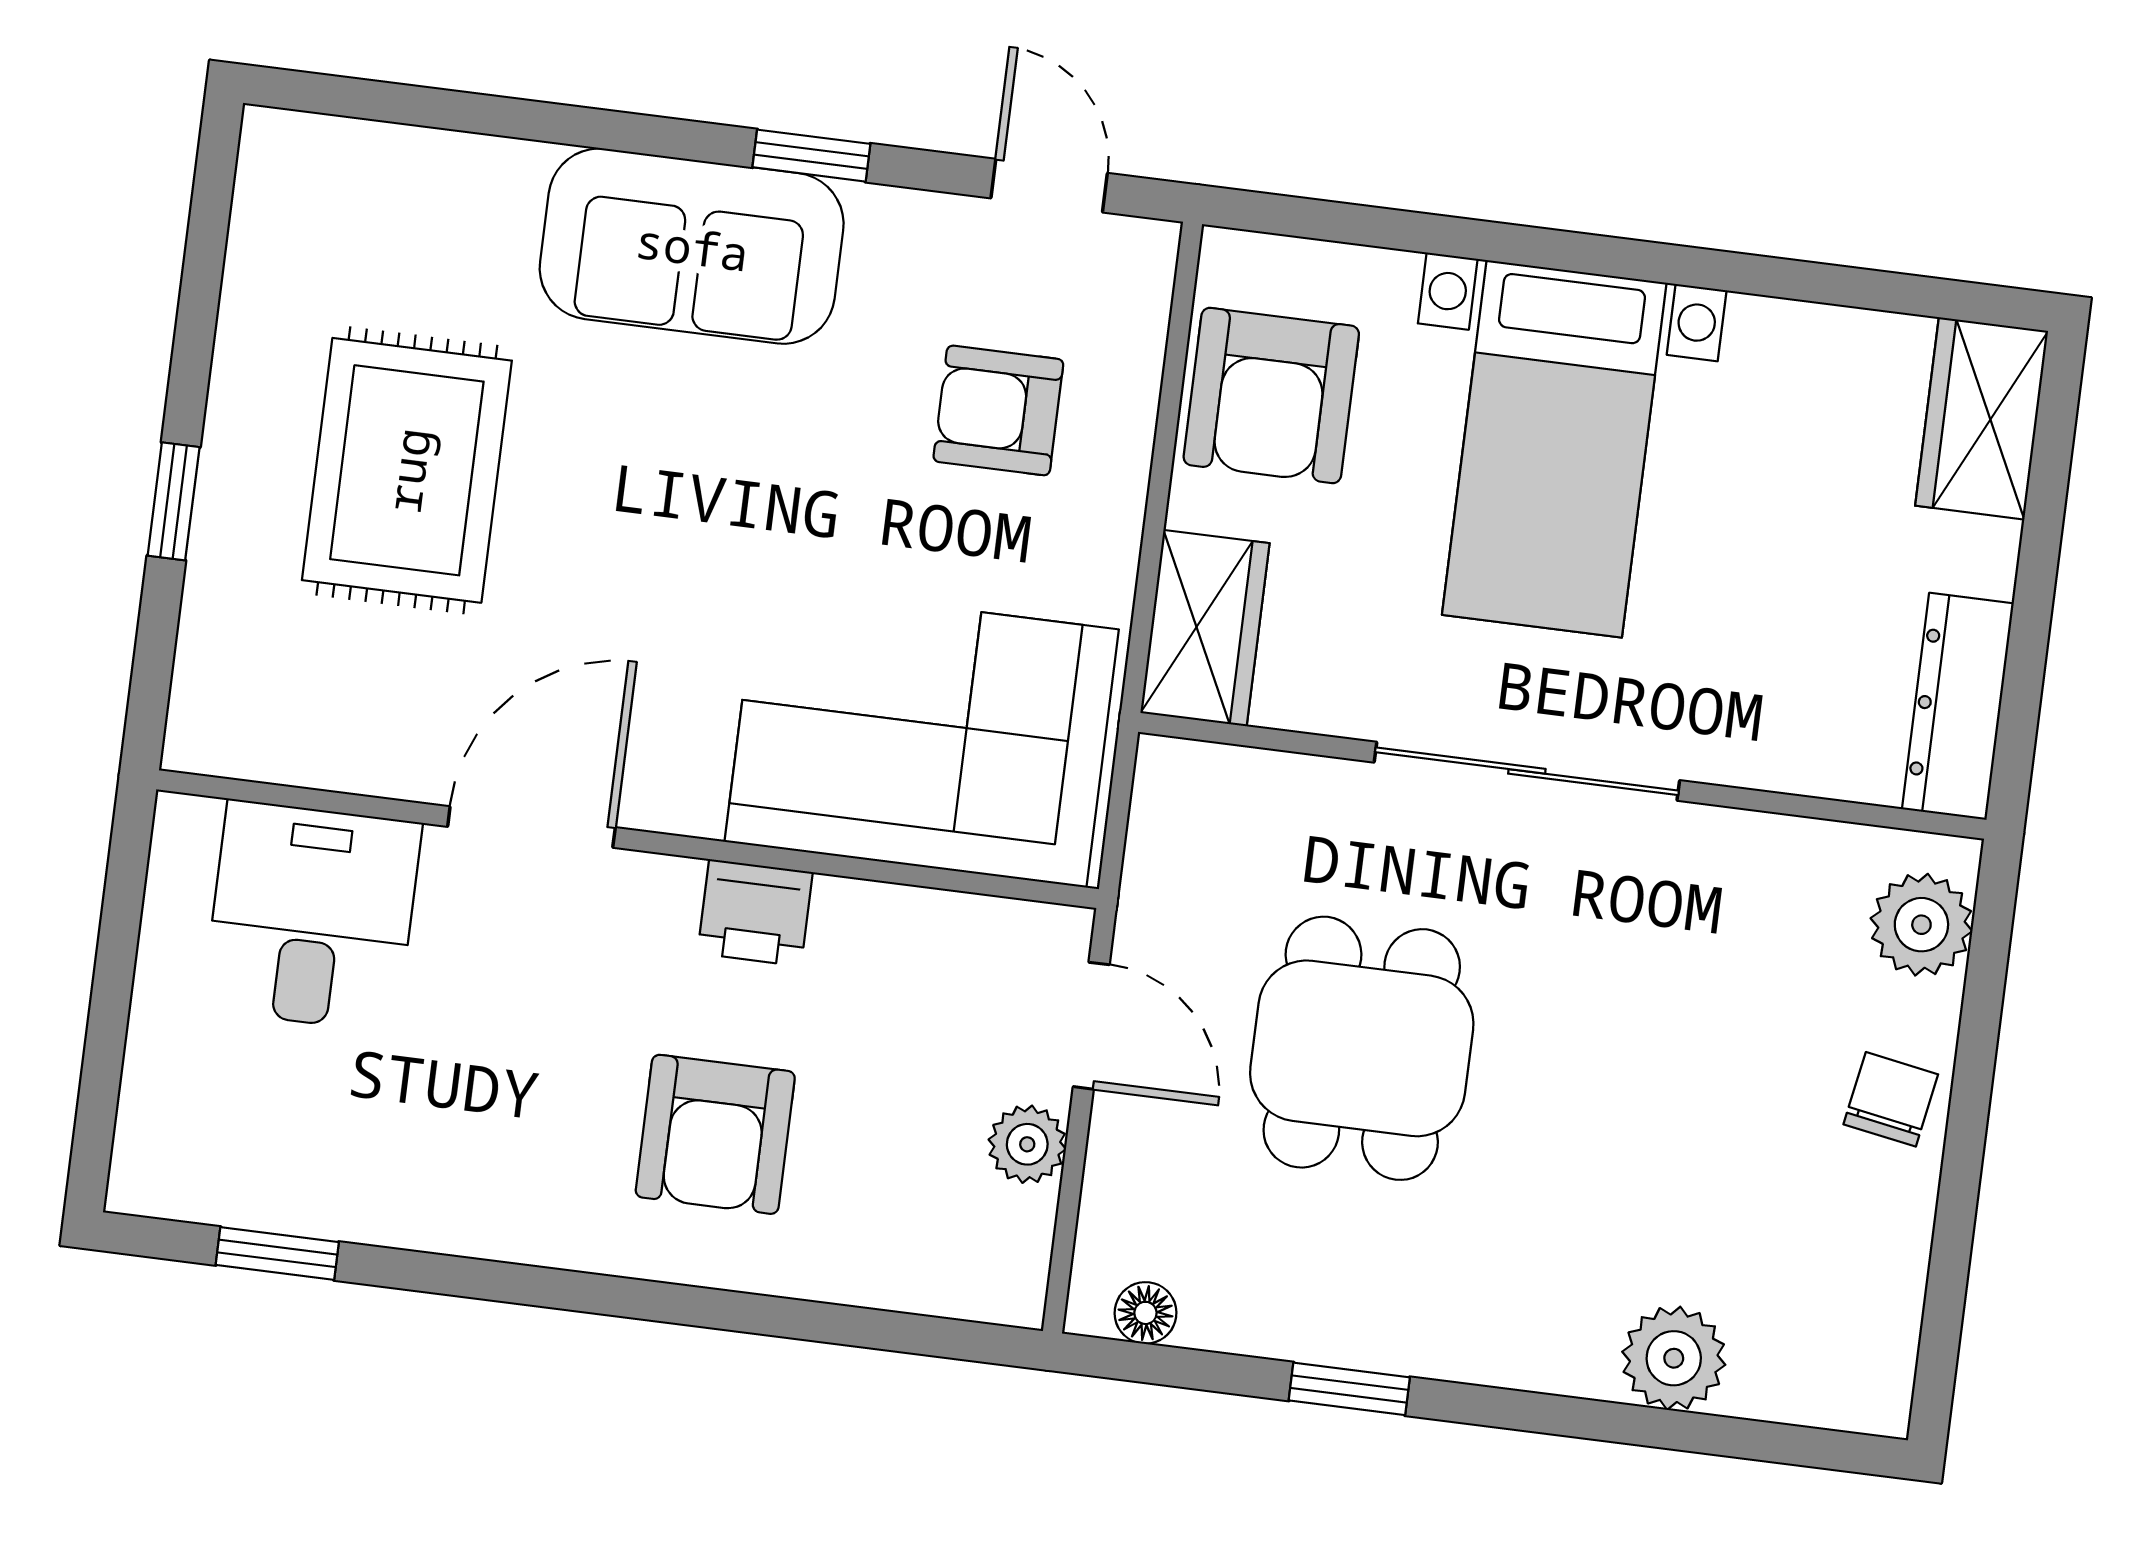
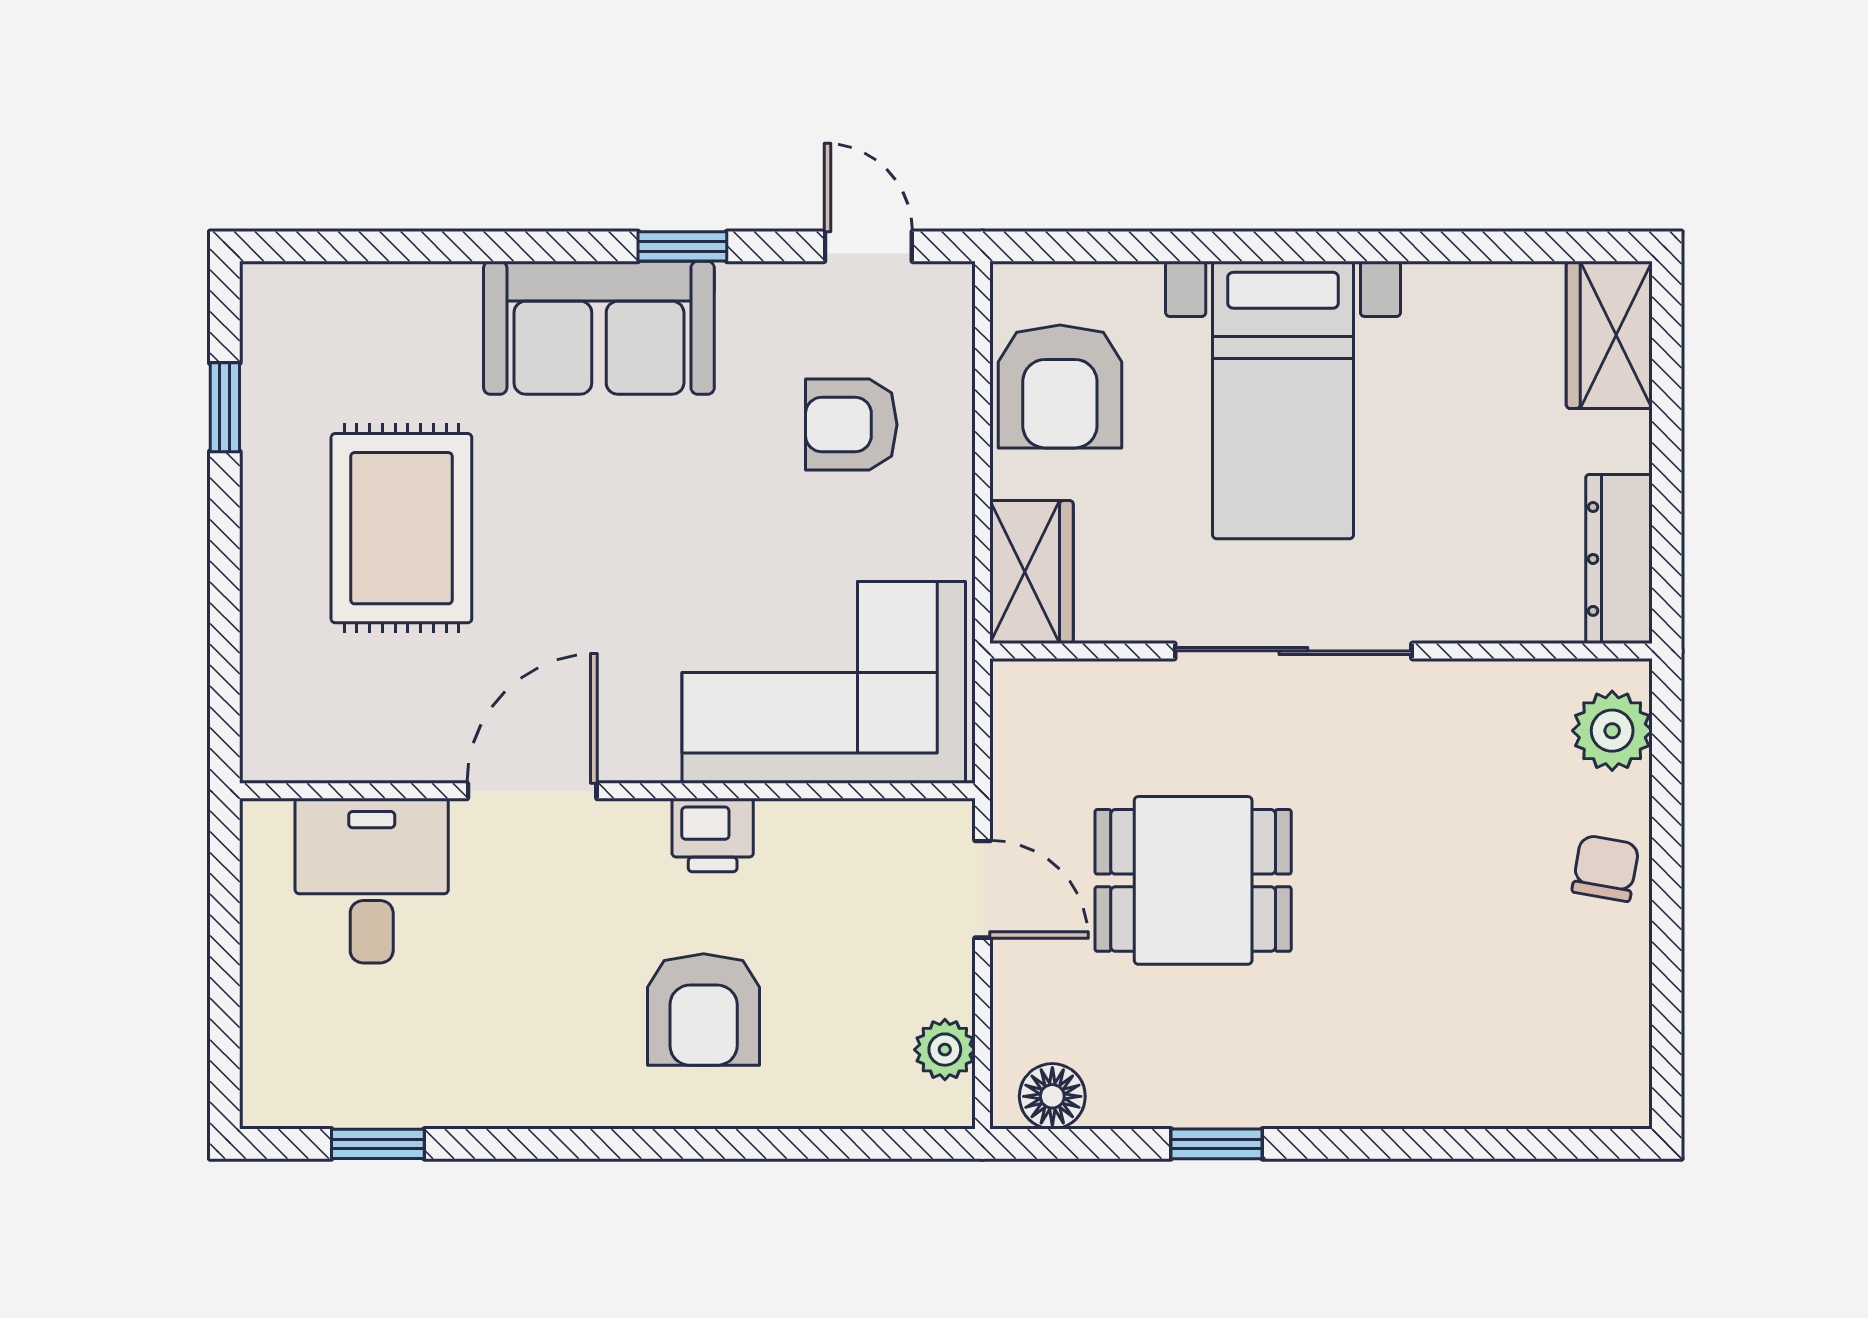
window: (174, 501) -> (225, 407), moved
dining table: (1362, 1048) -> (1193, 880), turned 90
plant: (1027, 1144) -> (945, 1050), moved
floor lamp: (1145, 1313) -> (1052, 1096), width x1.37, depth x1.37
plant: (1674, 1358) -> (1464, 1089), removed

